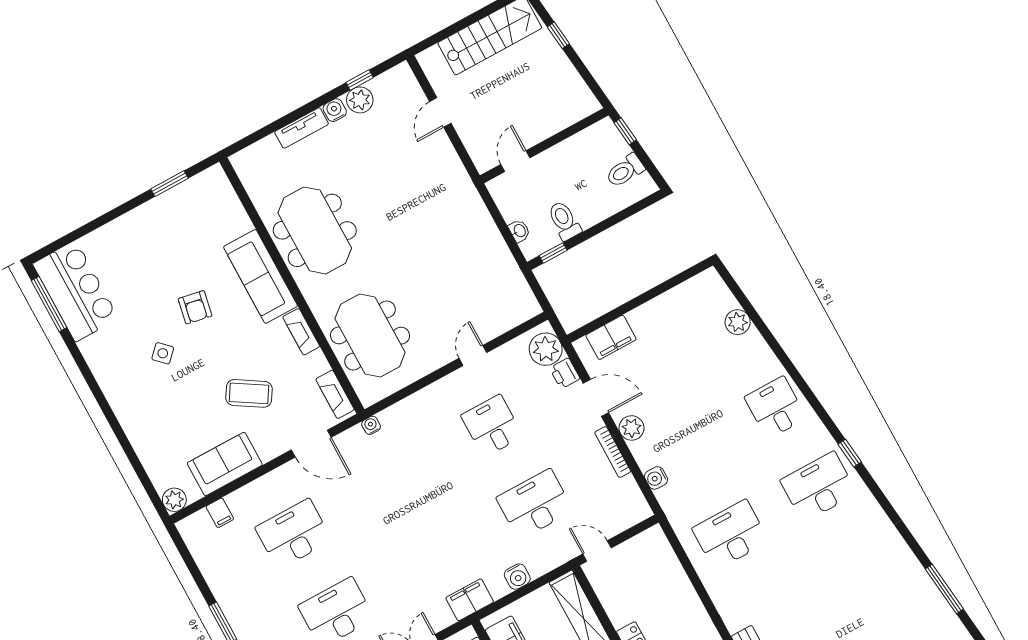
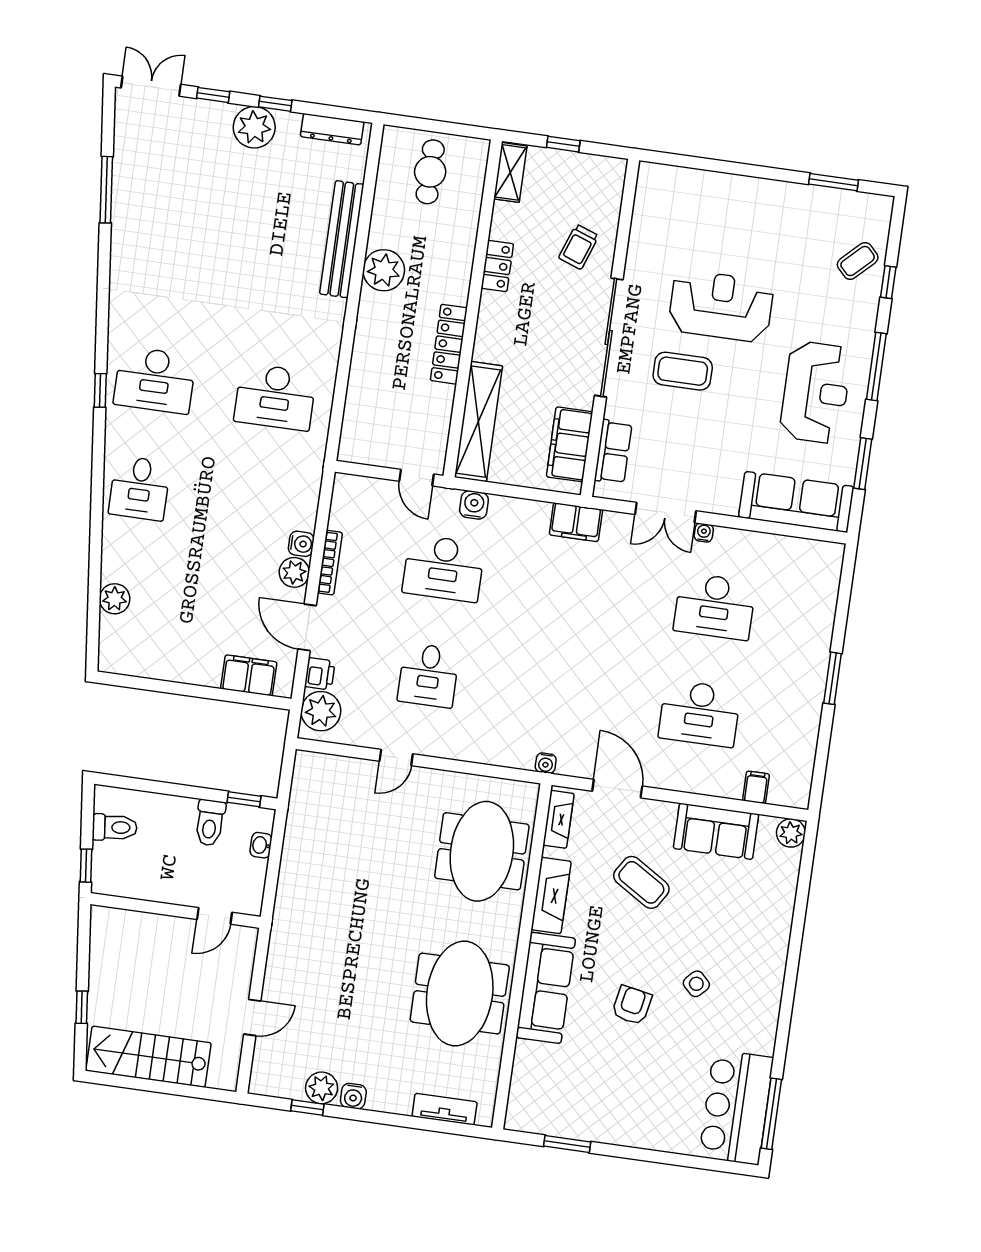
tv unit: (302, 128) -> (445, 1109), moved
fireplace: (301, 332) -> (551, 895), width x1.37, depth x1.32
water cooler: (656, 478) -> (301, 544), moved
water cooler: (517, 577) -> (474, 505), moved

